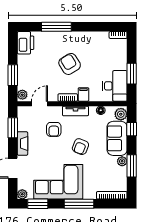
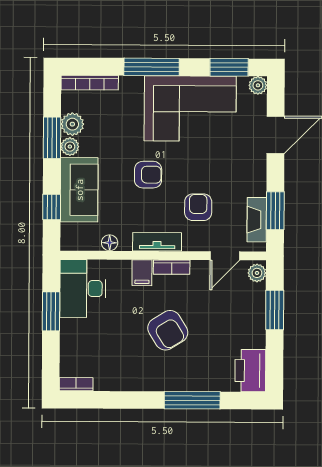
plant: (121, 114) -> (72, 124), moved
fireplace: (23, 143) -> (257, 220), moved
armchair: (80, 147) -> (148, 175), turned 68

